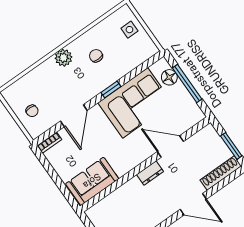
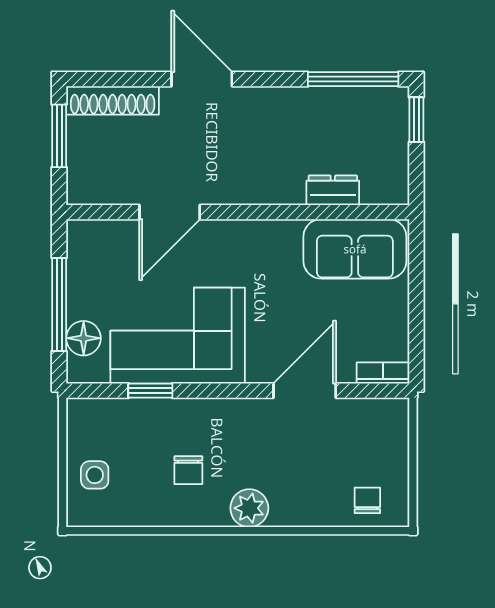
window: (111, 89) -> (150, 391), moved
chair: (32, 111) -> (367, 500), moved
door: (170, 147) -> (170, 212), hinge flipped
dresser: (150, 173) -> (333, 190), moved

